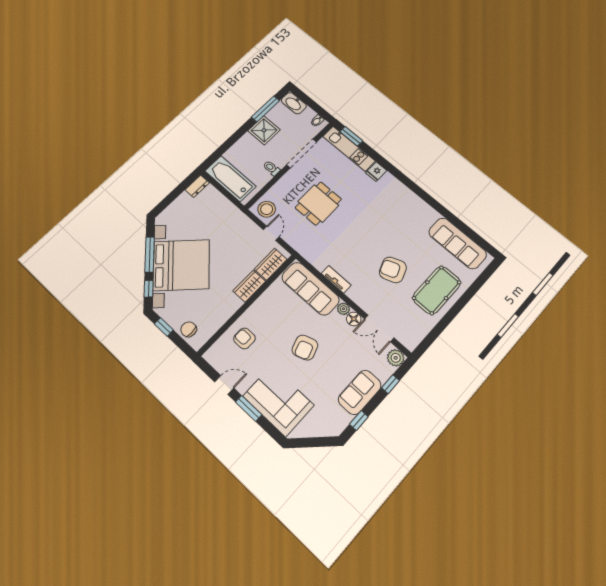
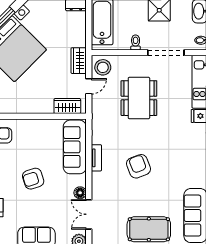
dining table: (318, 203) -> (139, 98), width x1.38
armchair: (393, 270) -> (138, 166), moved
wardrobe: (249, 286) -> (79, 61), moved, turned -90
plant: (344, 309) -> (81, 180), removed

